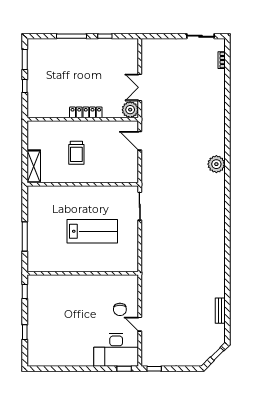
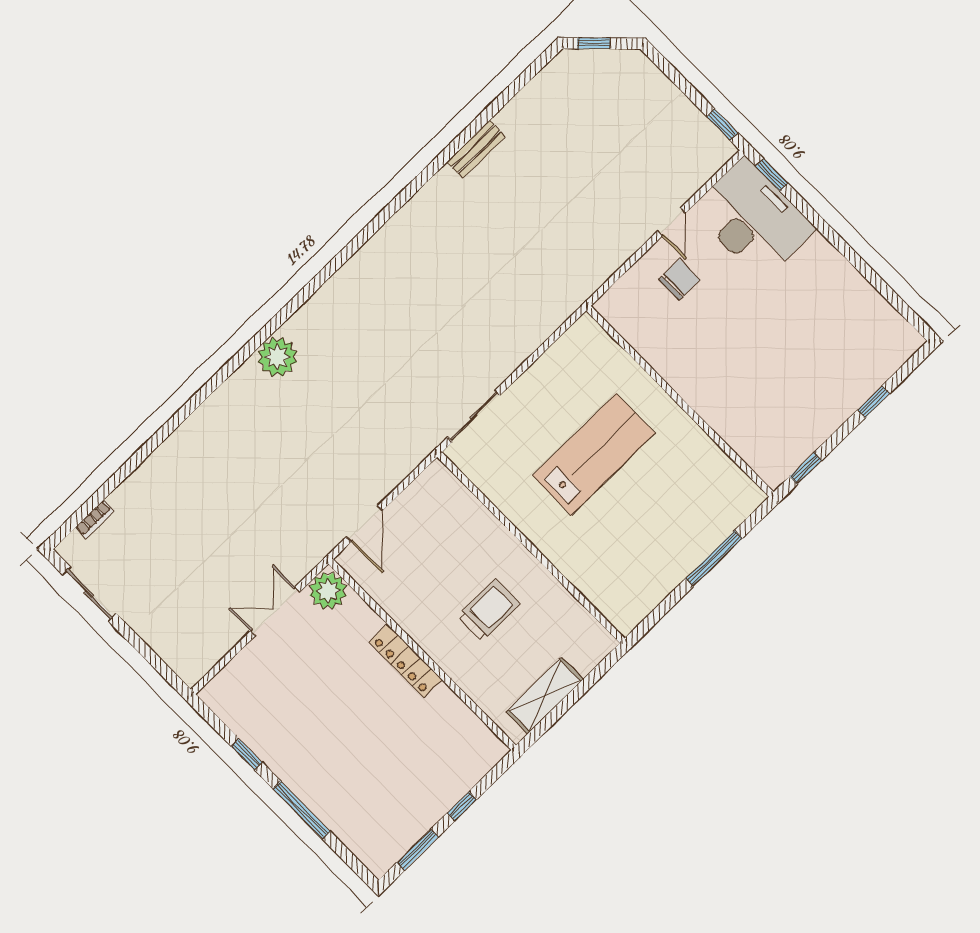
double door: (140, 87) -> (275, 611), swing flipped
shelving: (34, 166) -> (545, 695), moved
lab bench: (92, 231) -> (594, 454), turned 90
bench: (220, 311) -> (476, 149), moved

